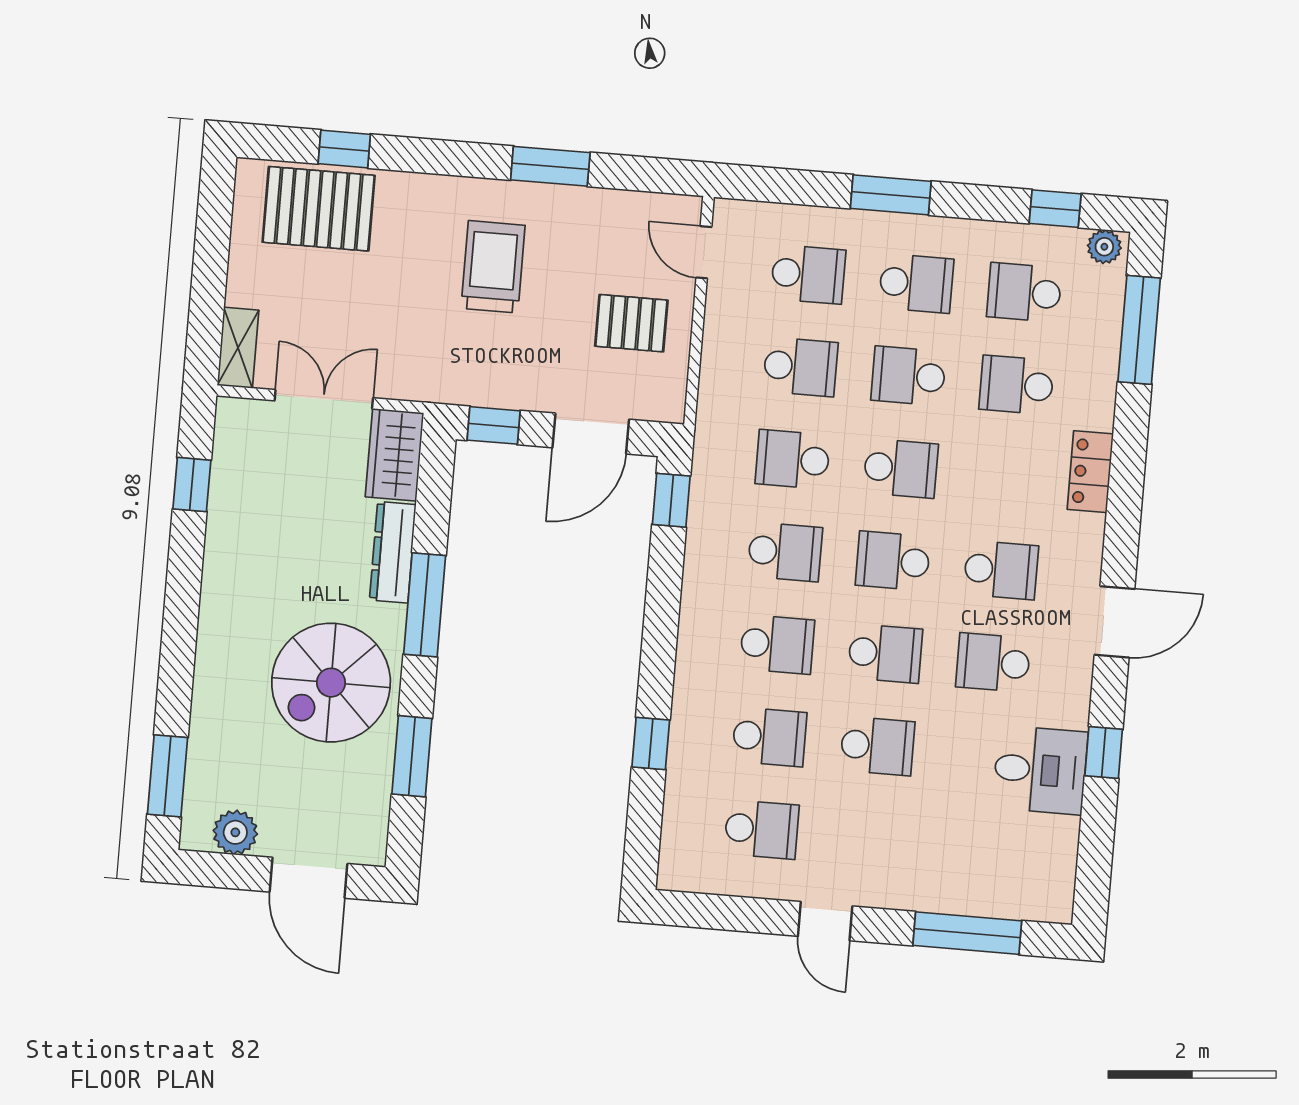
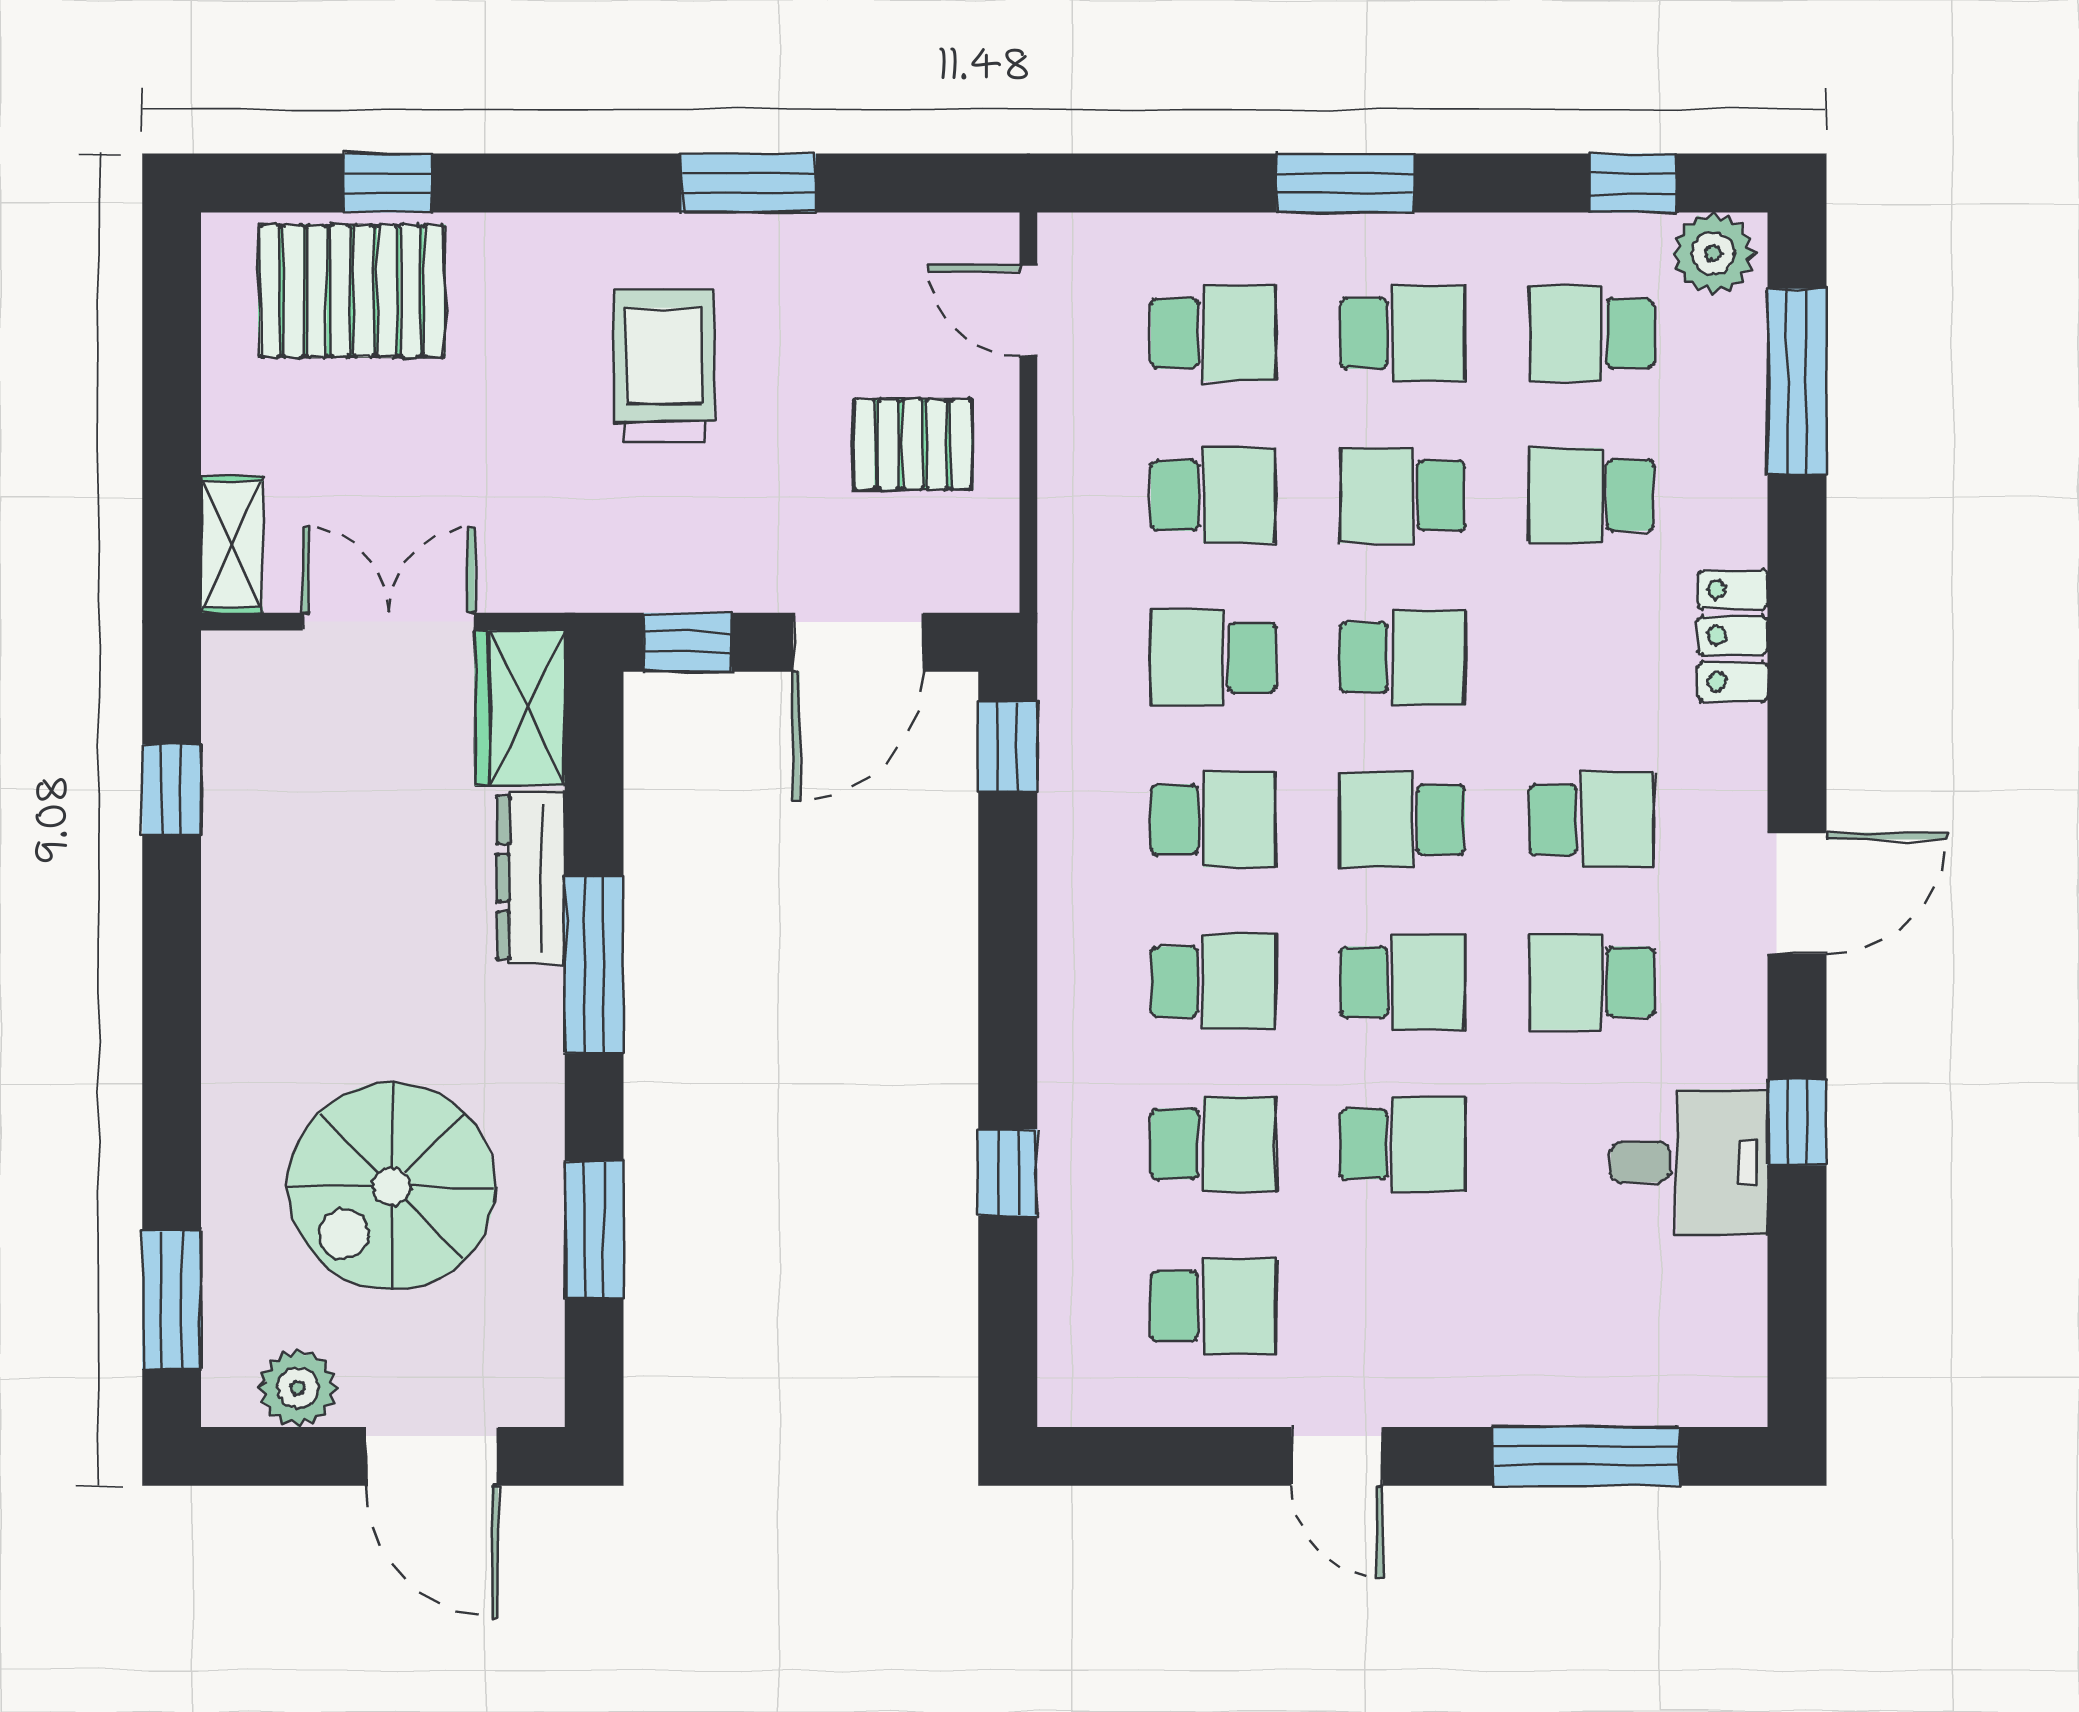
plant: (1104, 247) -> (1713, 253), width x1.38, depth x1.38
spiral stairs: (331, 683) -> (392, 1186), moved

